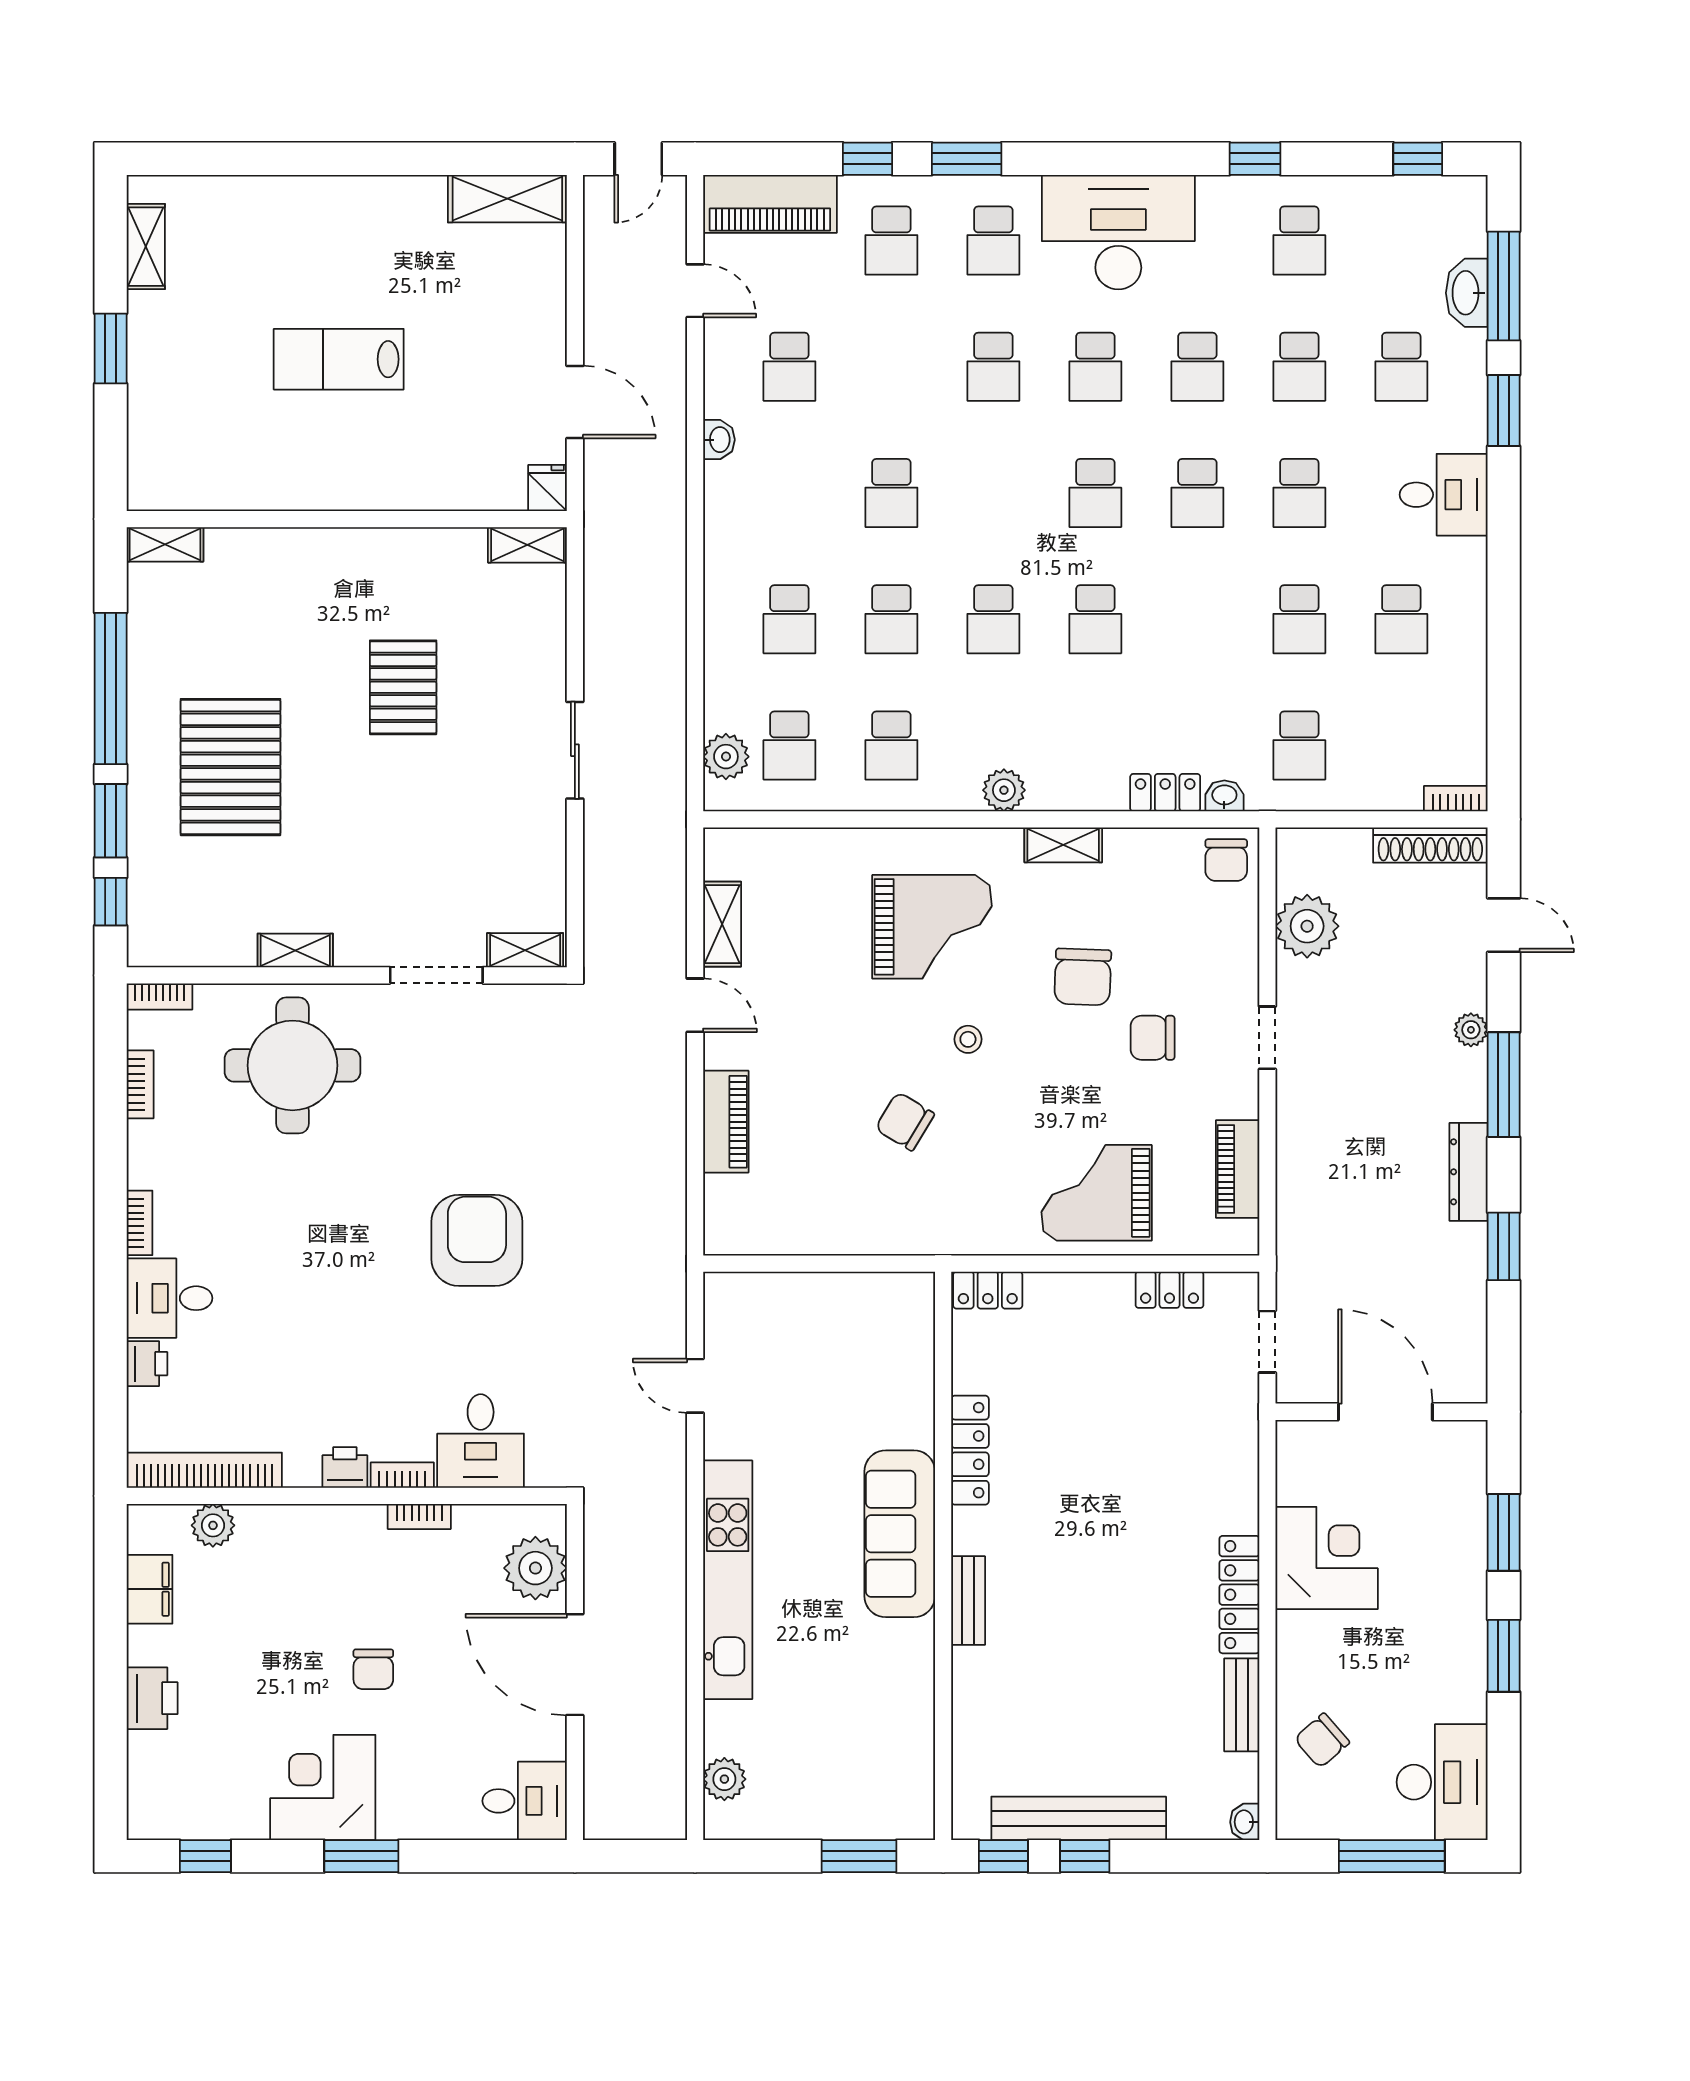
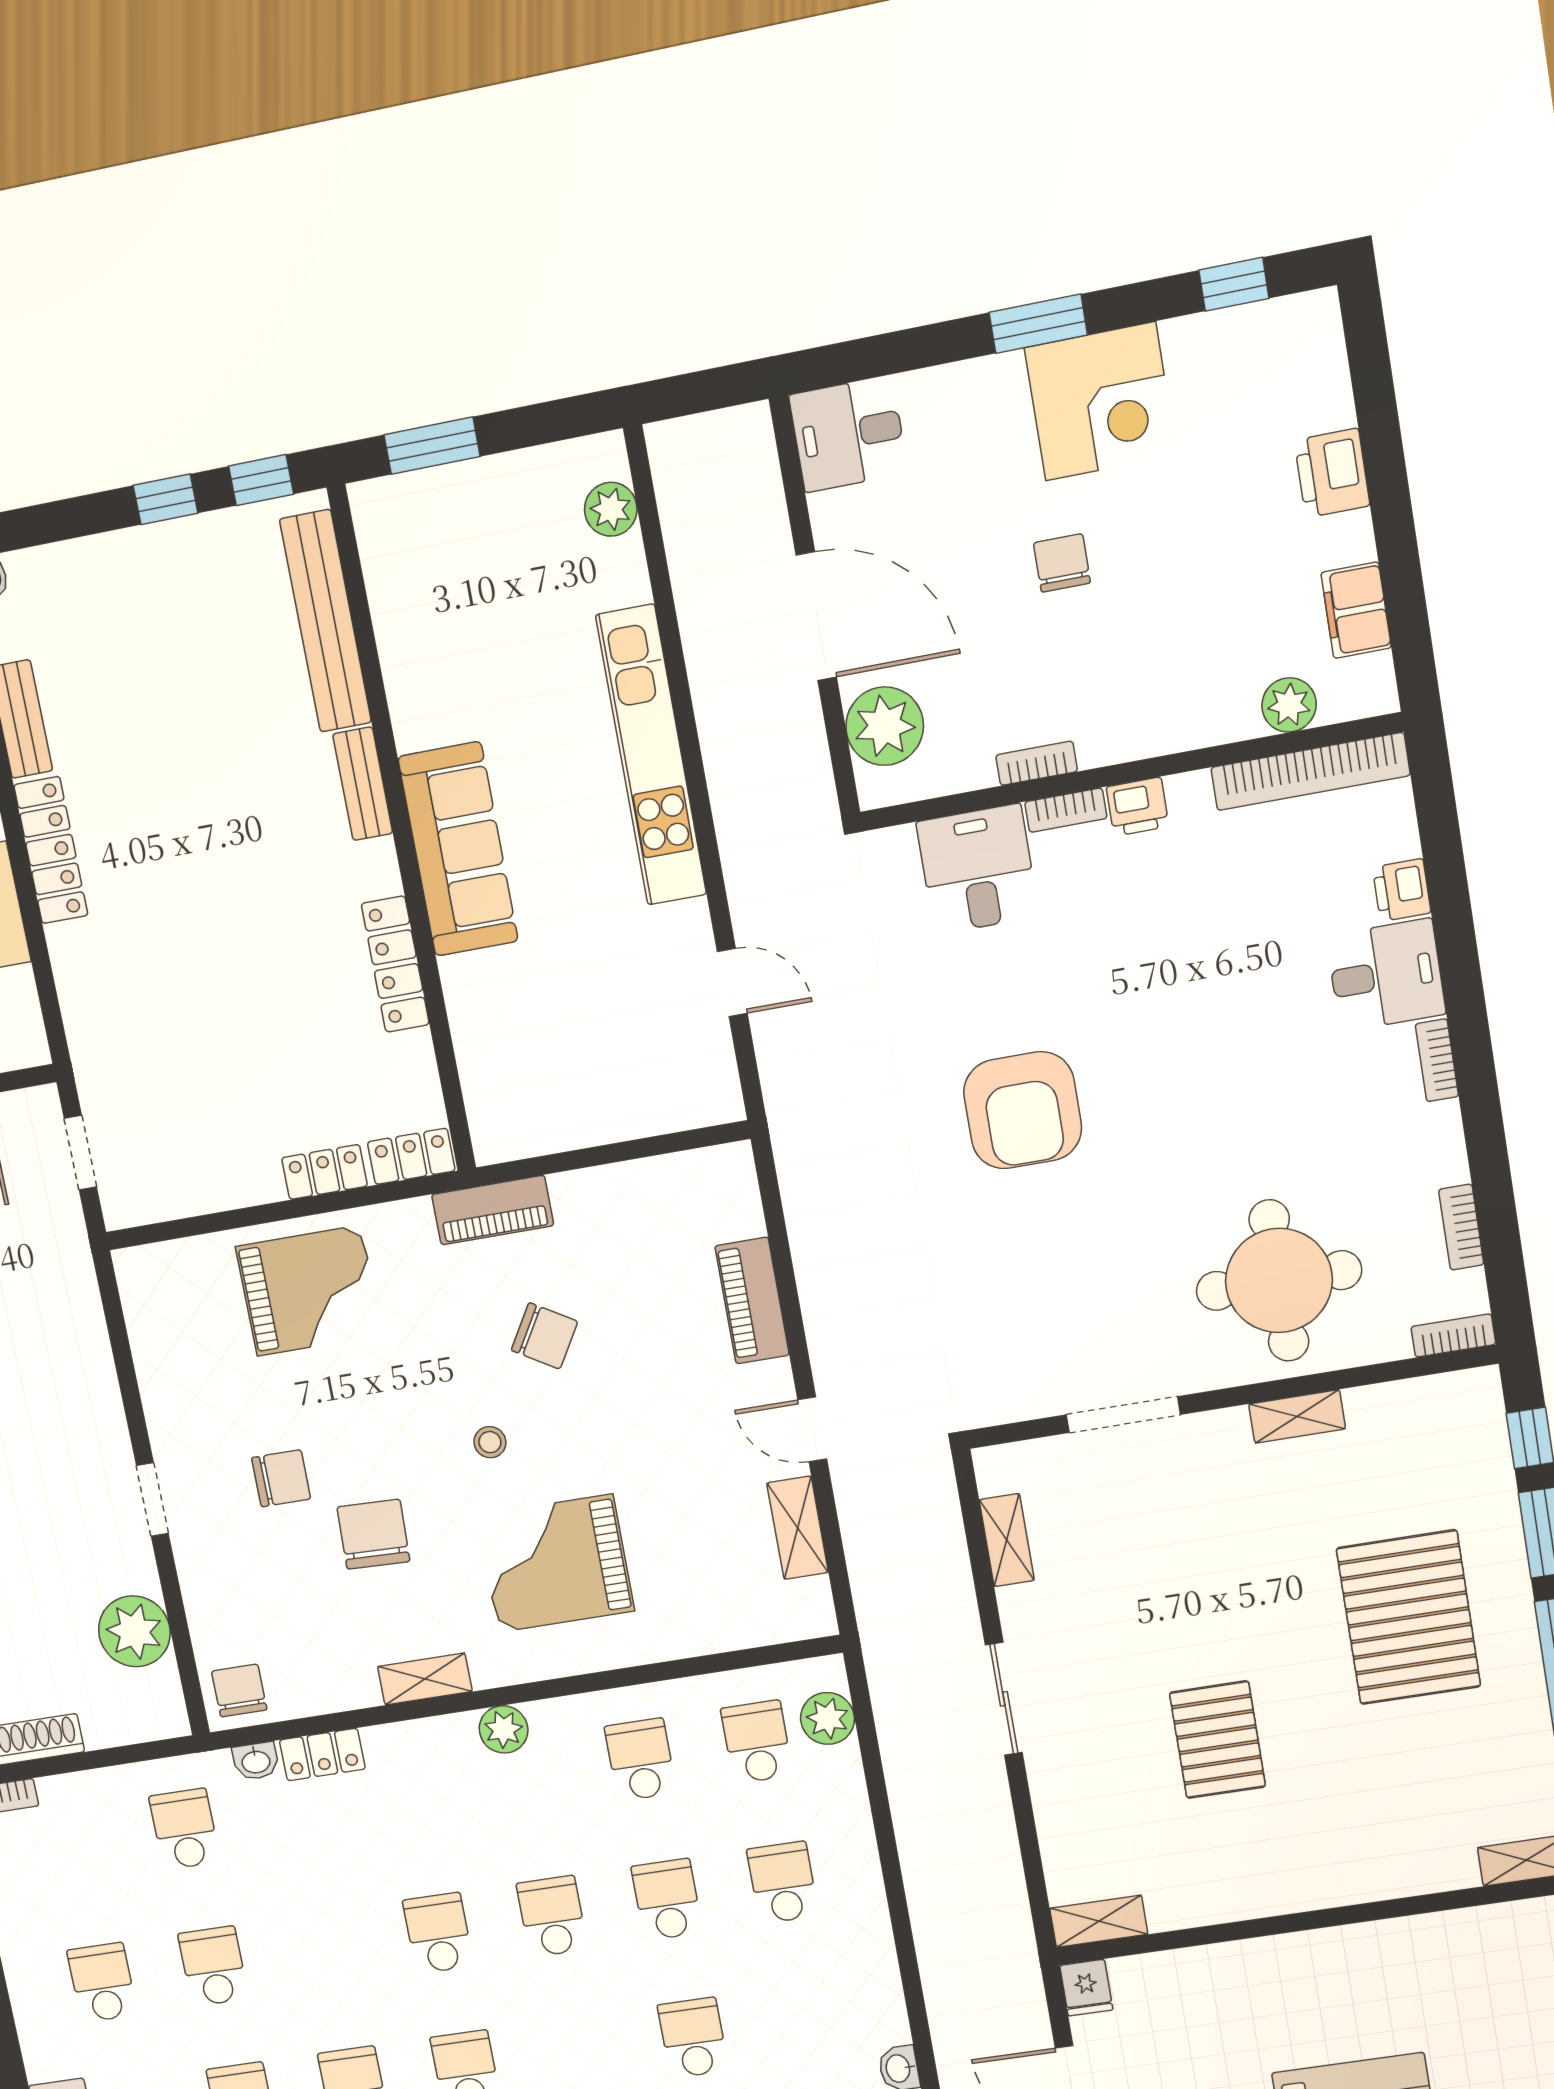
shelving: (525, 950) -> (1007, 1540), moved, turned 90
piano: (1238, 1169) -> (493, 1210), moved, turned 90
locker: (1170, 1290) -> (324, 1172), moved
bench: (1079, 1818) -> (325, 621), moved, turned 90

